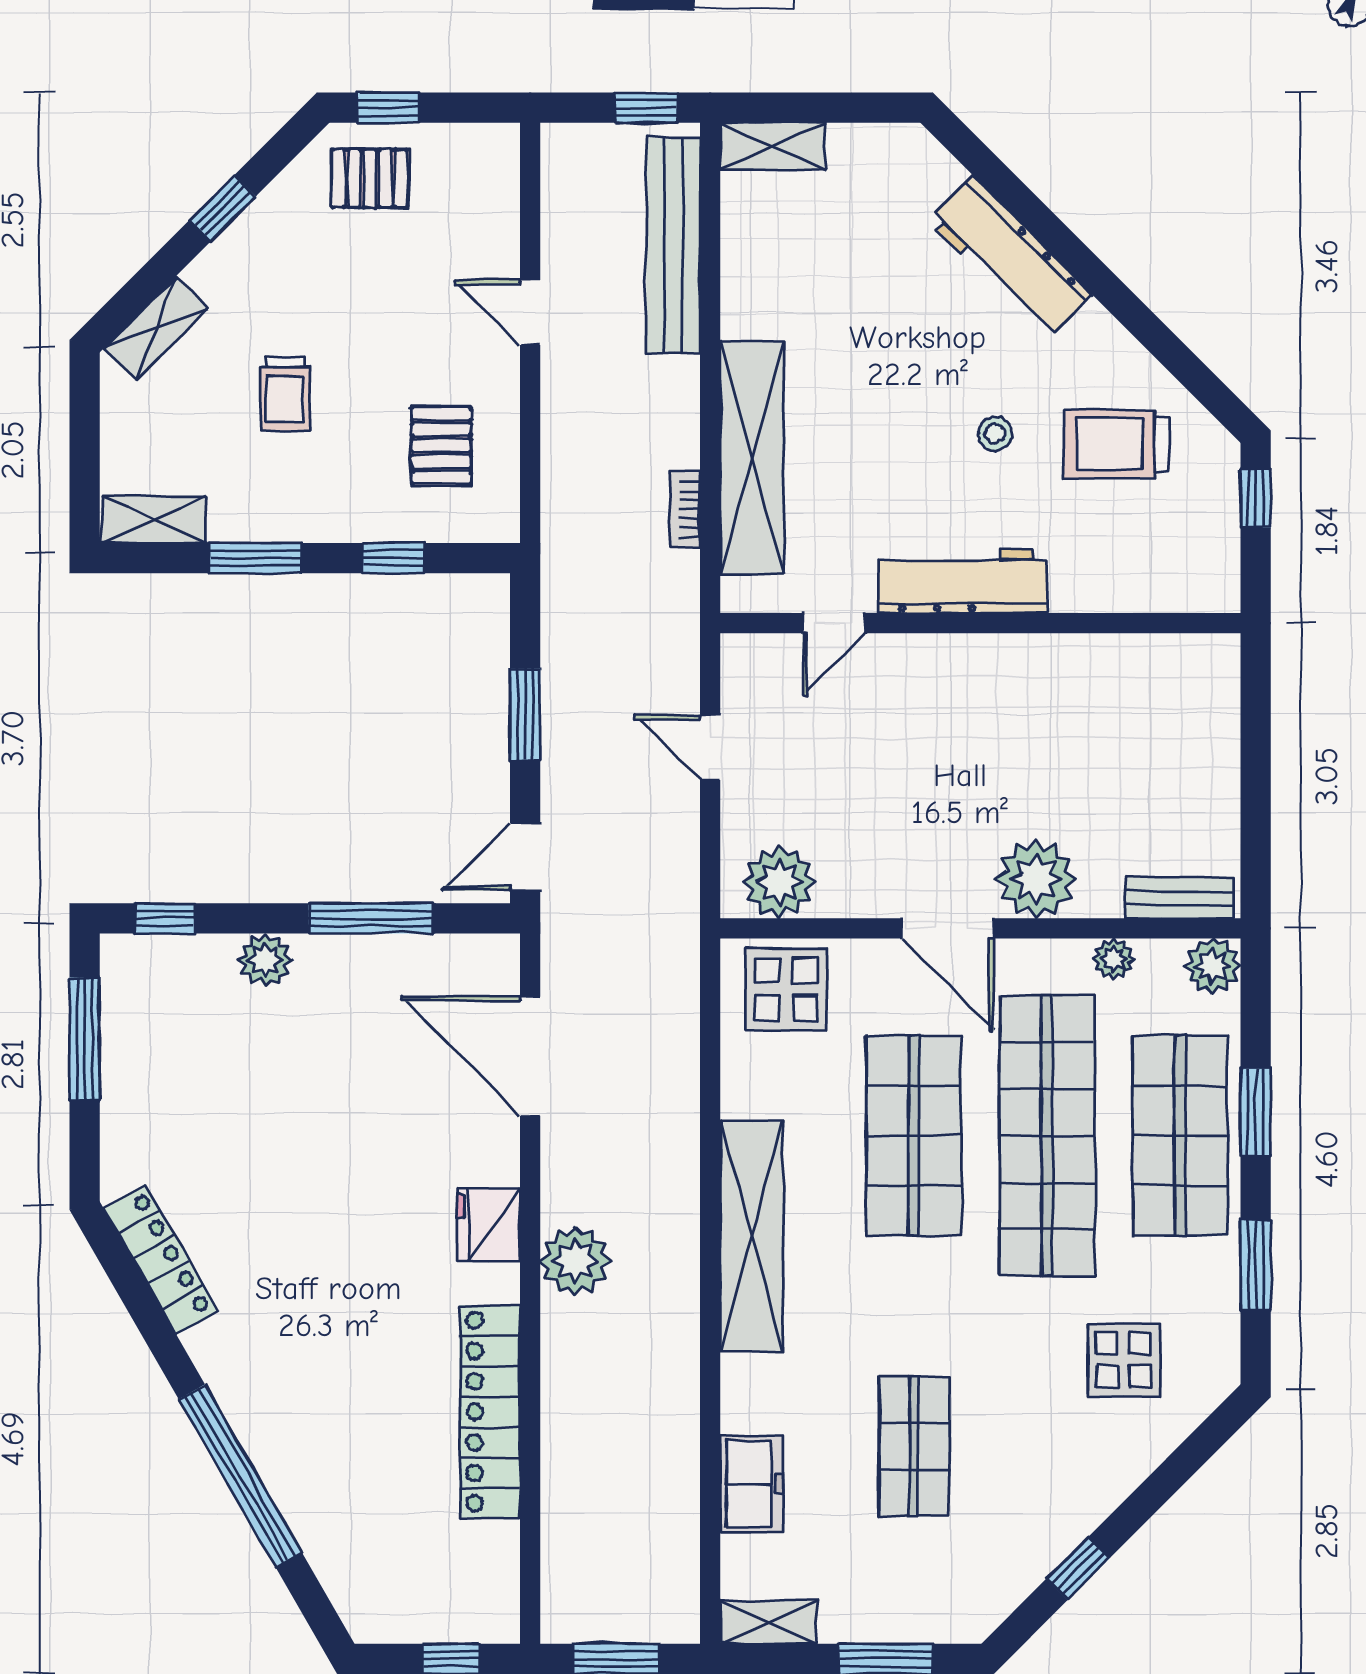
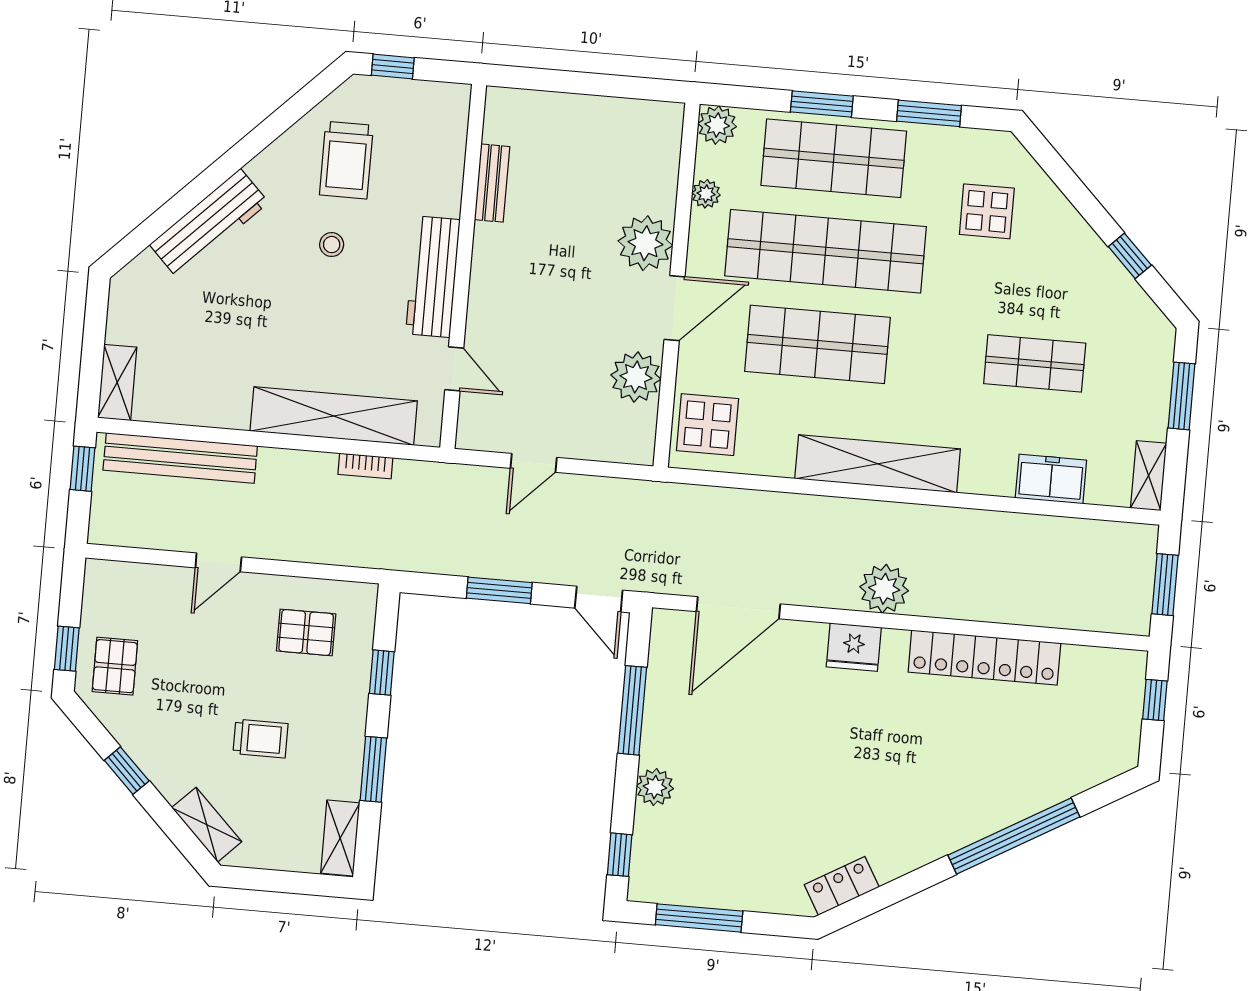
plant: (779, 882) -> (636, 377), moved
bench: (1180, 898) -> (492, 183), moved
locker: (161, 1259) -> (842, 886), width x0.66

